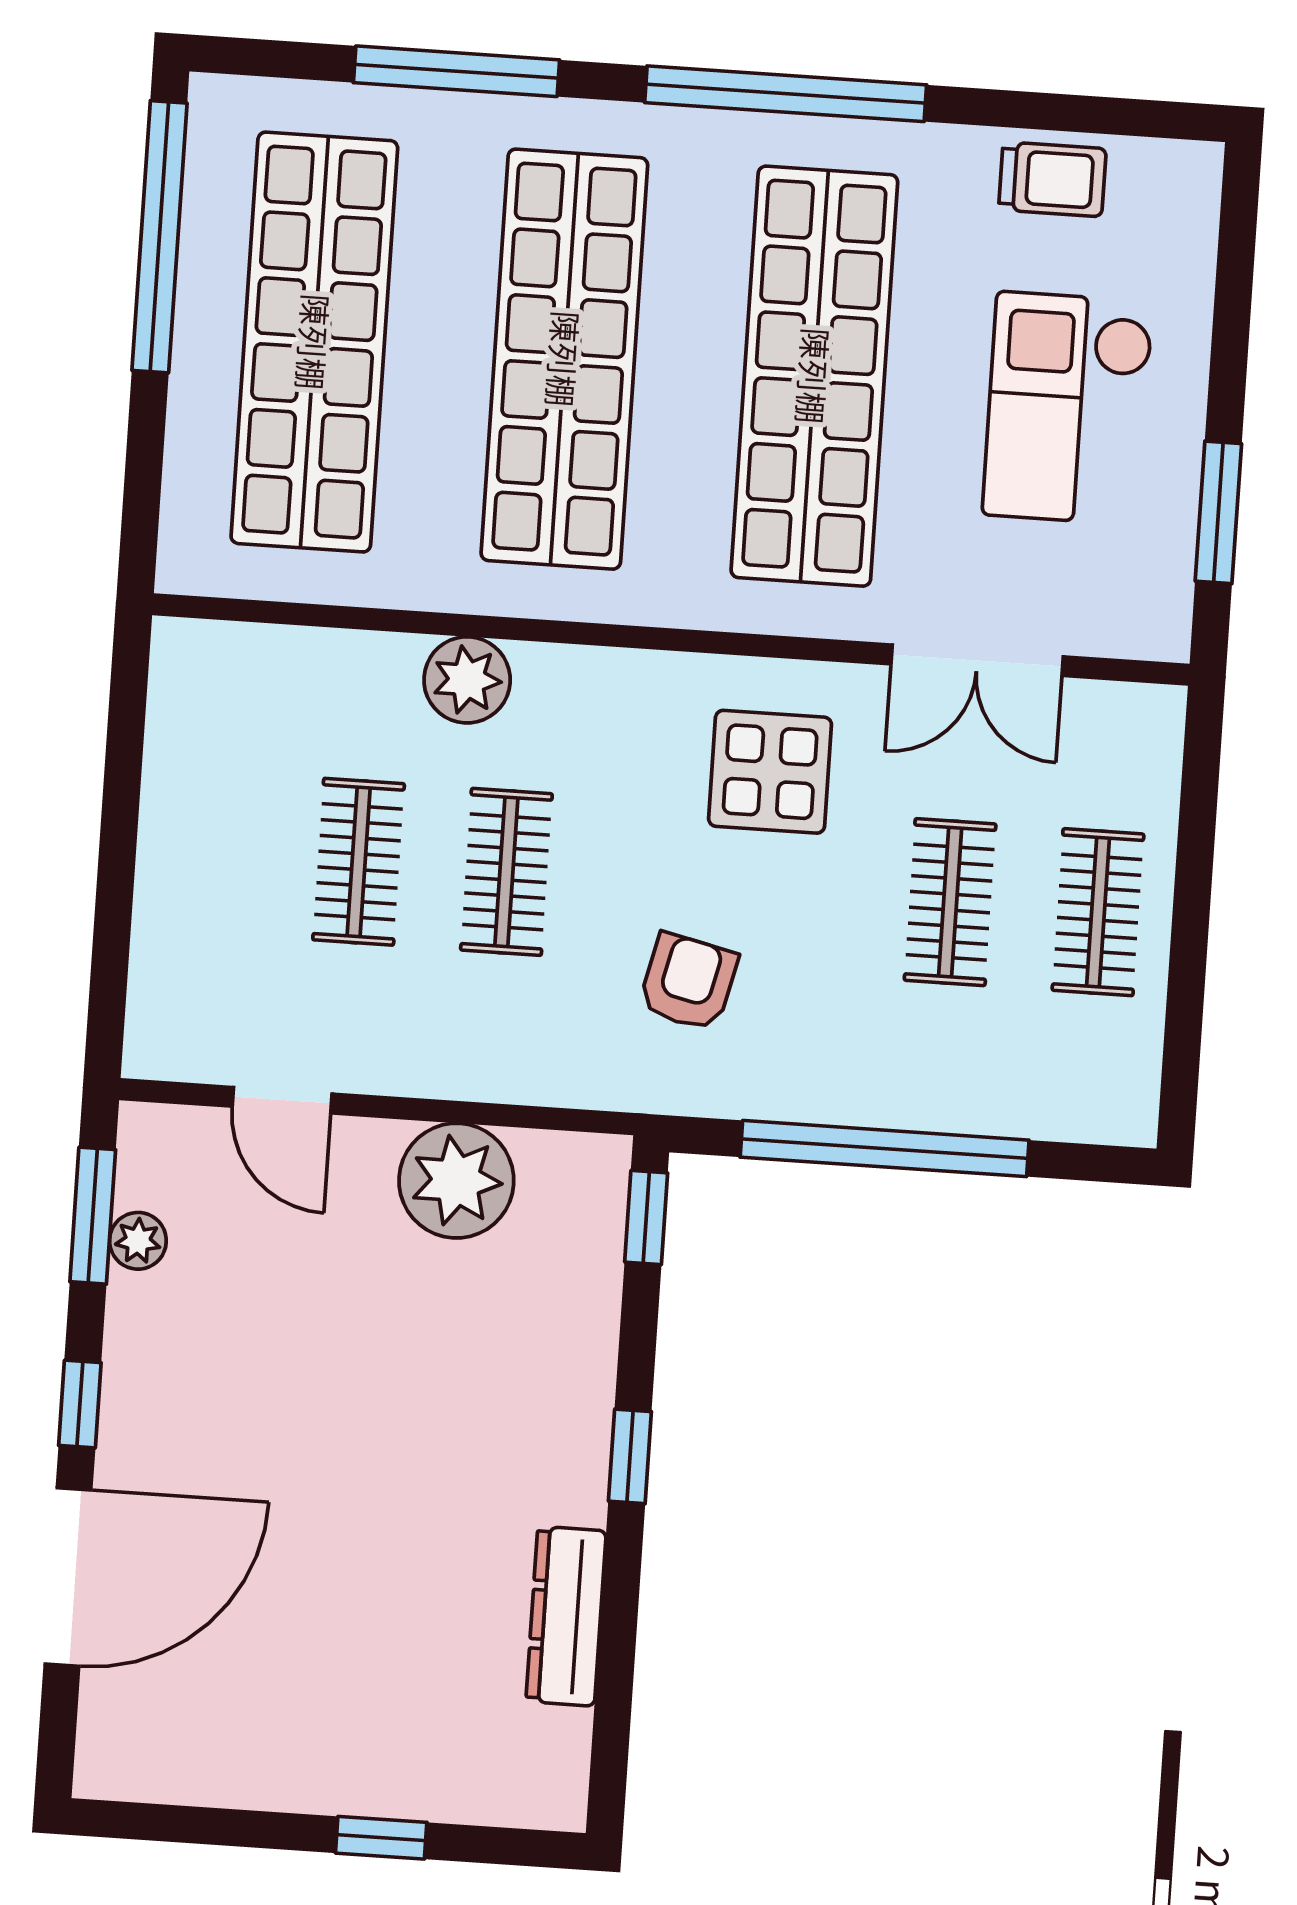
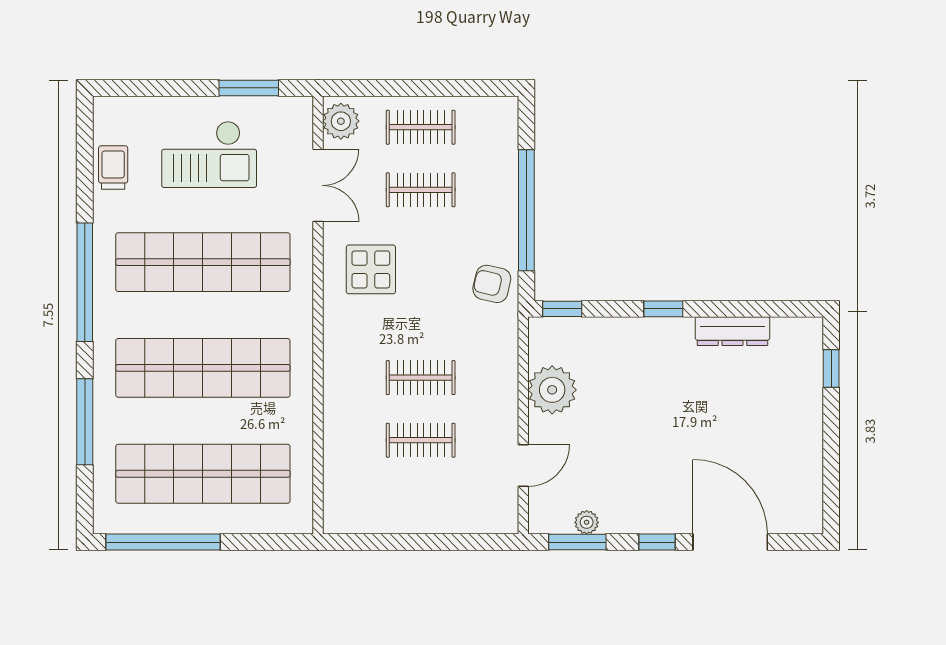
plant: (467, 680) -> (341, 121), moved
armchair: (688, 982) -> (492, 284), moved
window: (381, 1838) -> (831, 369), moved

